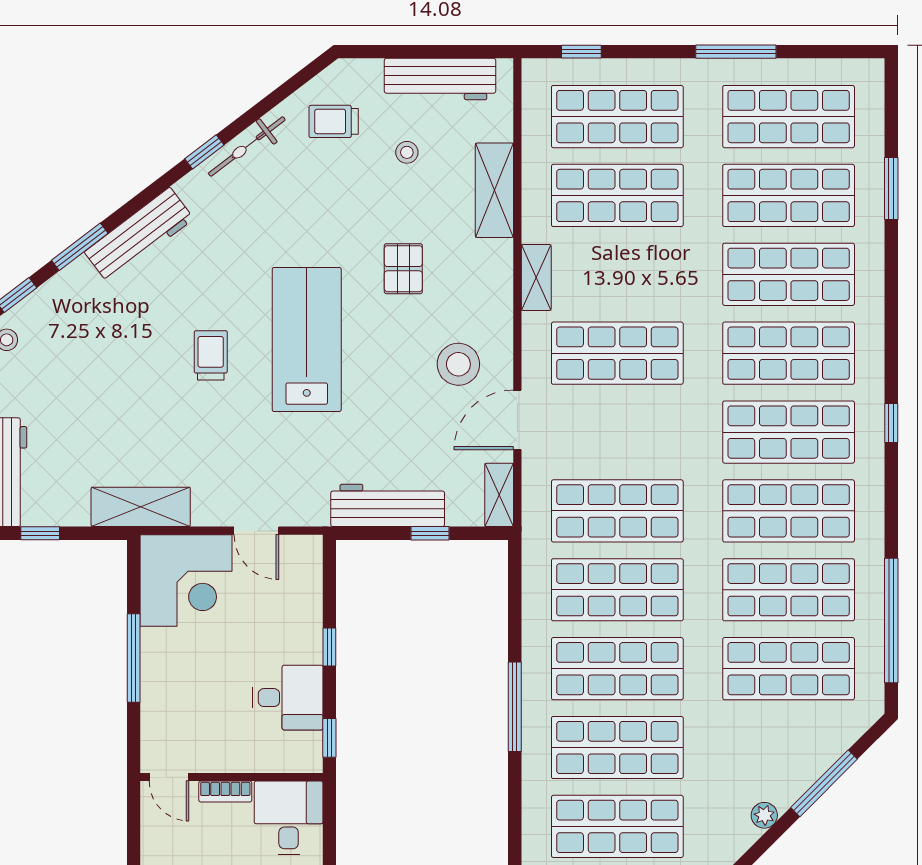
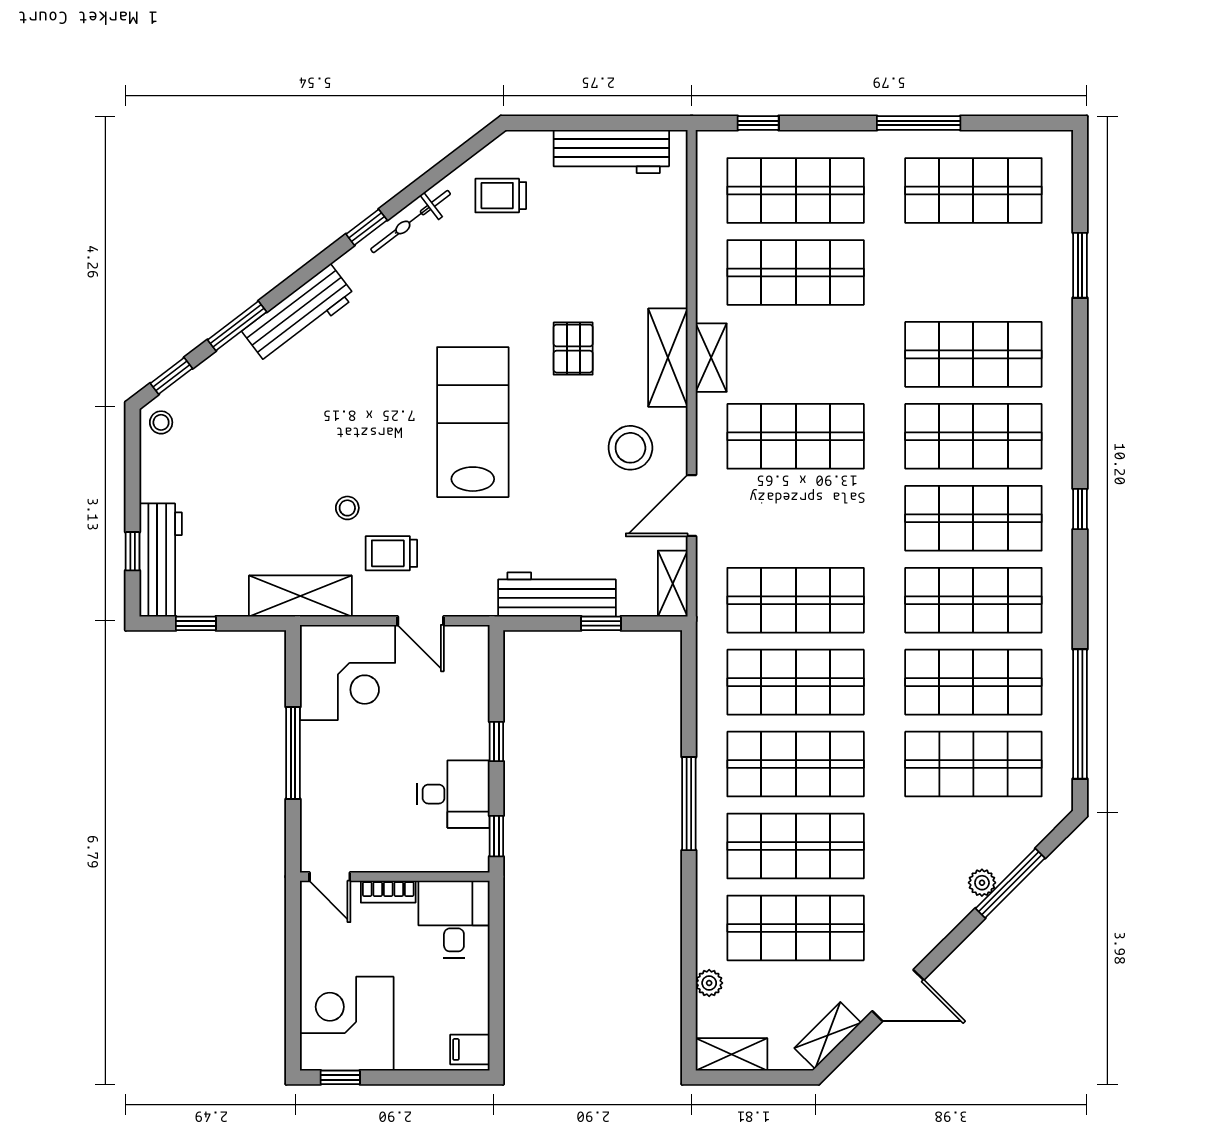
stool: (407, 152) -> (347, 508), moved
shelving: (494, 190) -> (668, 358), moved
shop shelf: (789, 195) -> (973, 272), removed
trolley: (211, 355) -> (391, 553), moved, turned -90
plant: (764, 815) -> (982, 883), moved

